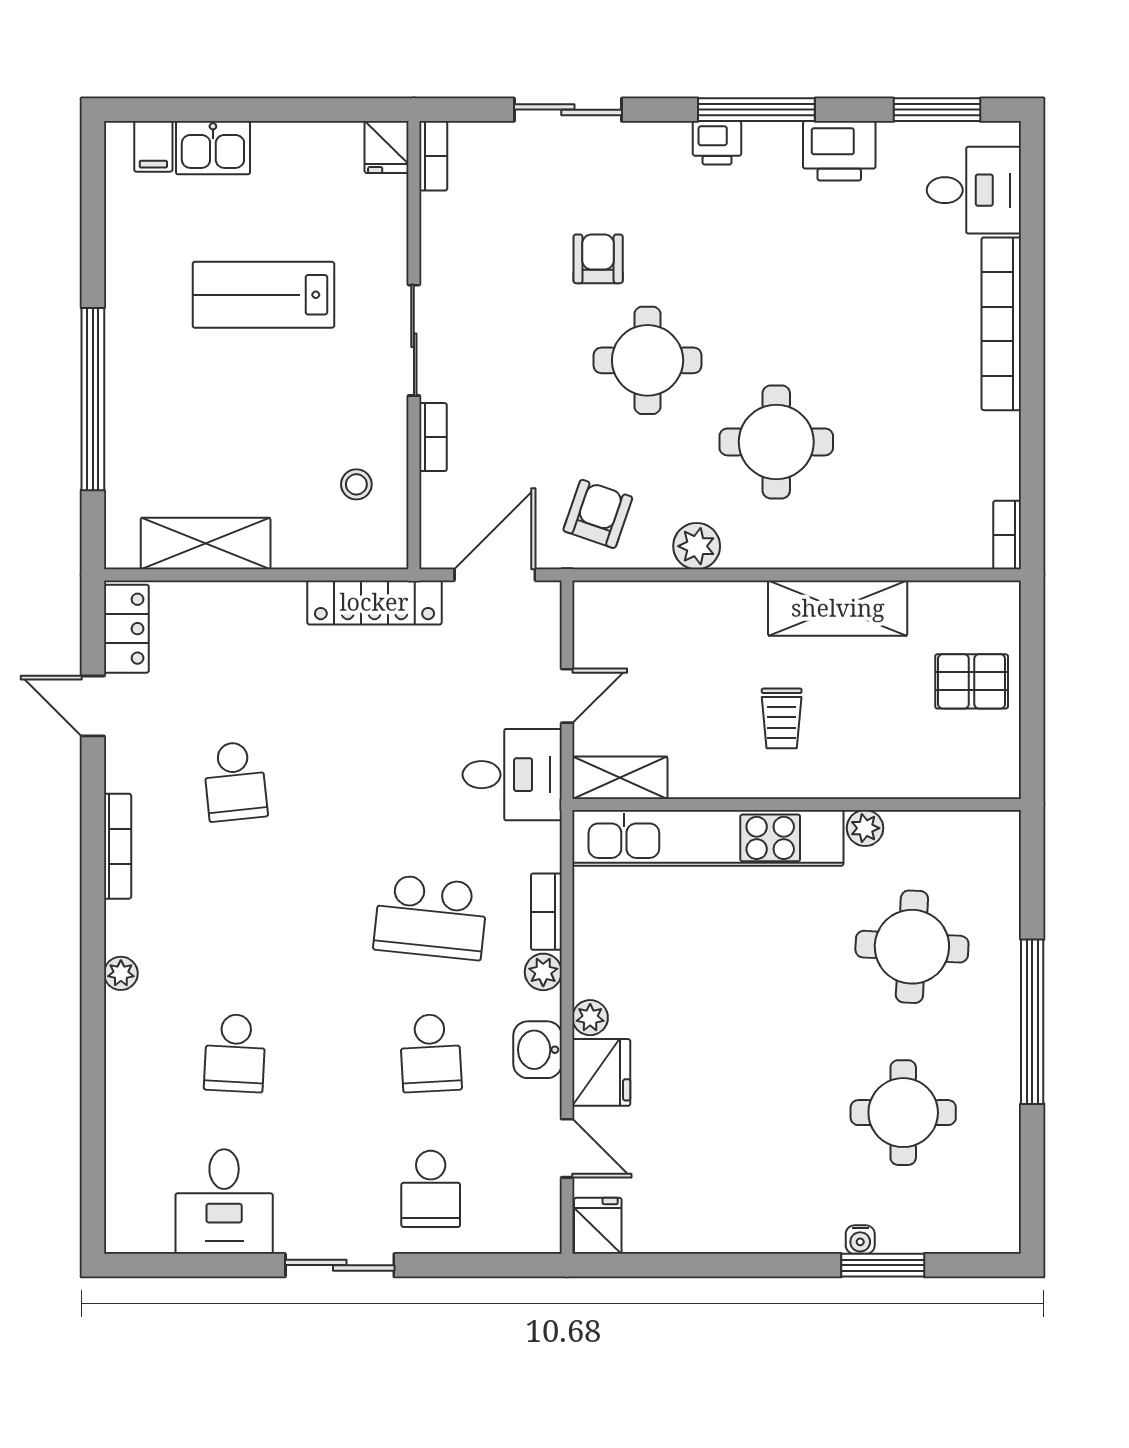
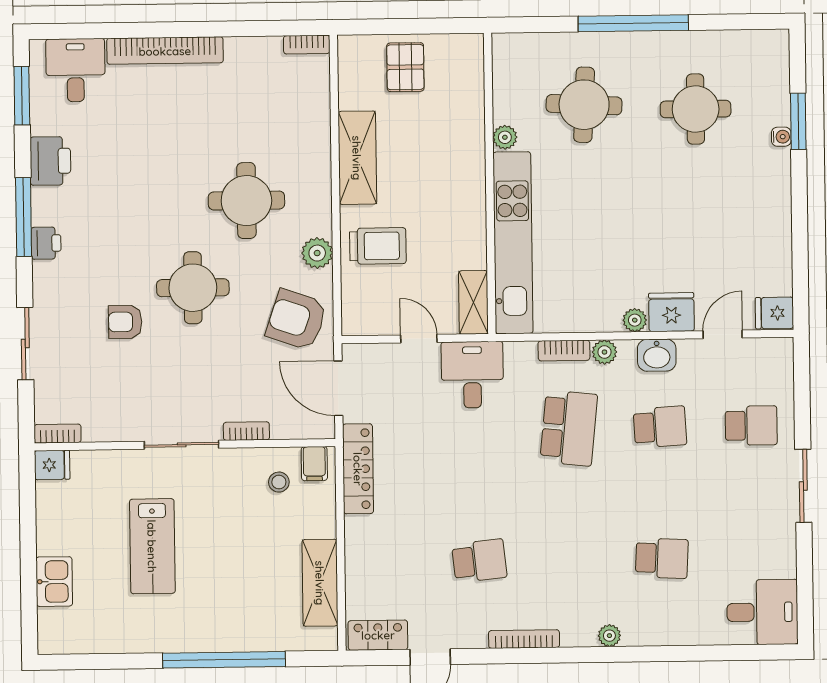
filing cabinet: (153, 146) -> (314, 464), moved, turned 90
armchair: (598, 514) -> (296, 320), width x1.38, depth x1.38
trolley: (782, 718) -> (378, 246), moved, width x1.36, depth x1.39
desk: (224, 1202) -> (762, 612), moved

